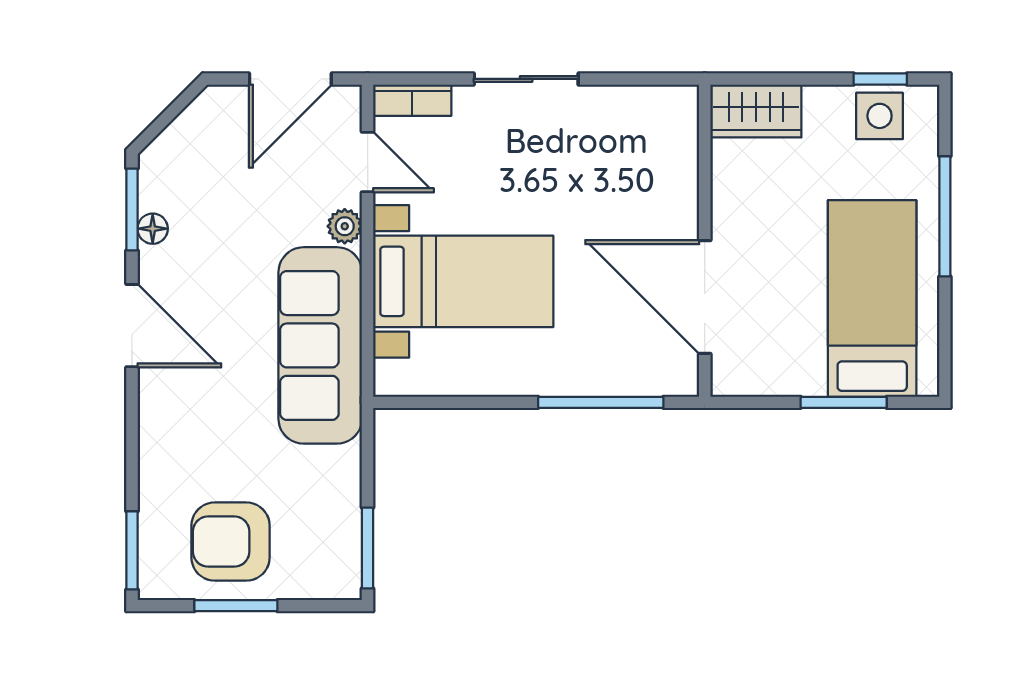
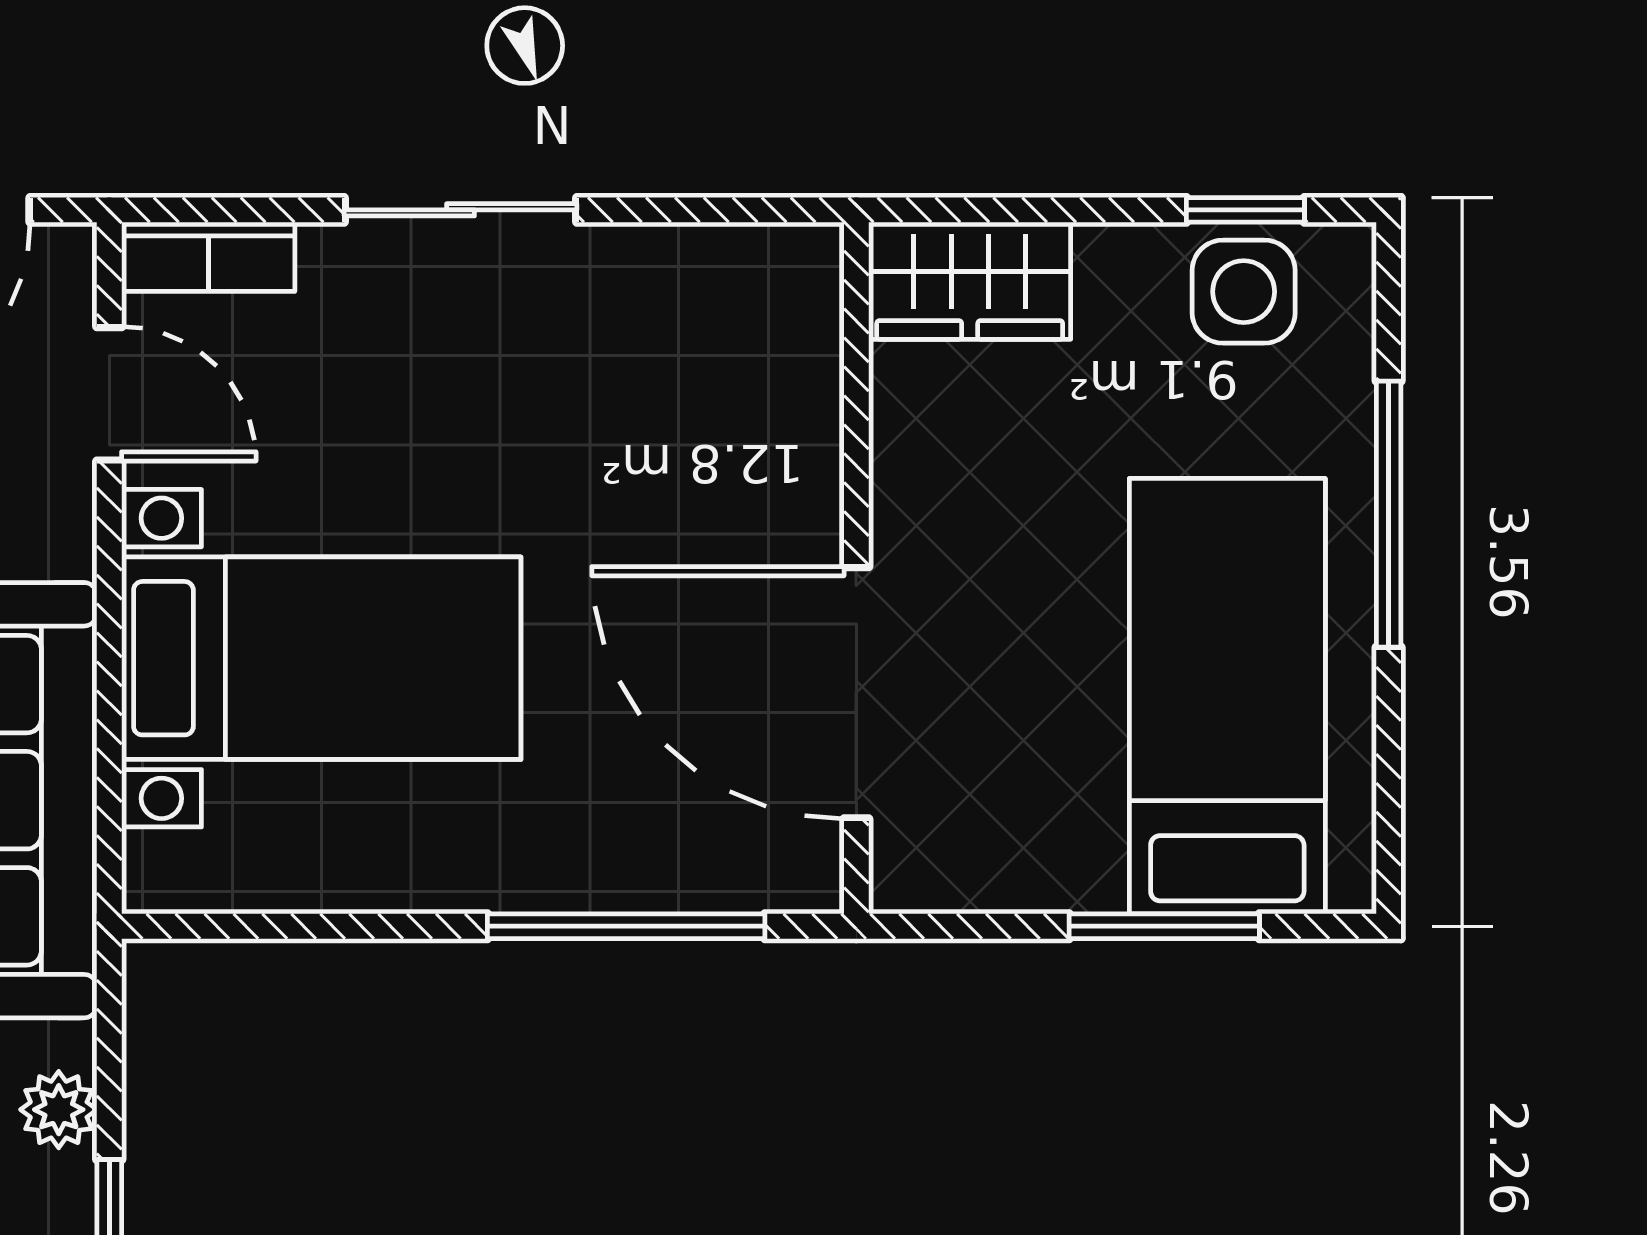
plant: (345, 226) -> (59, 1110), moved

